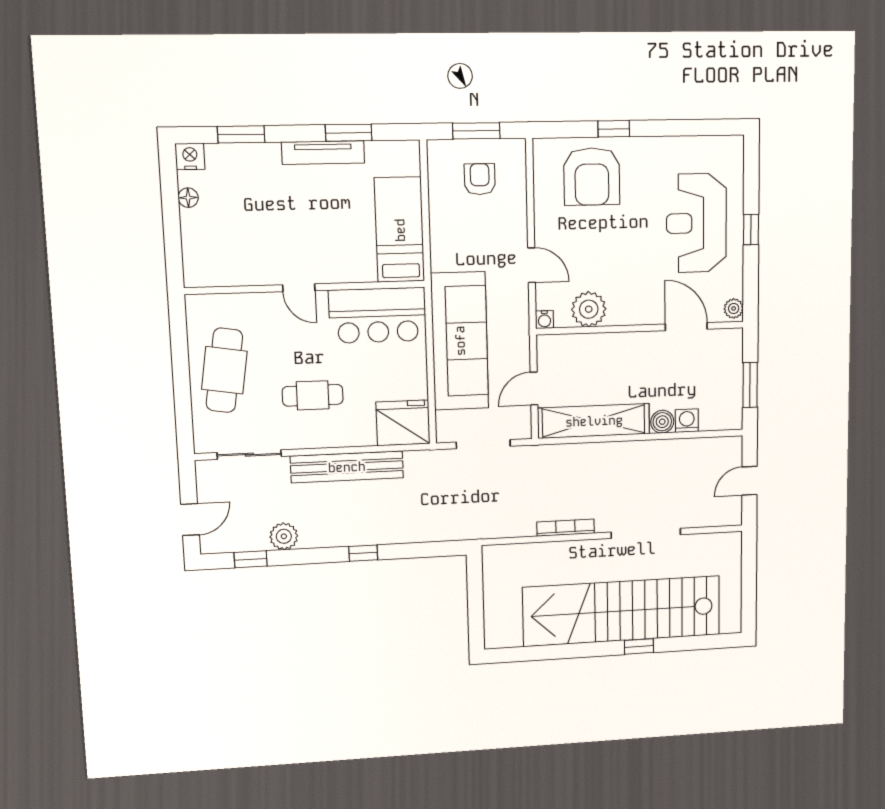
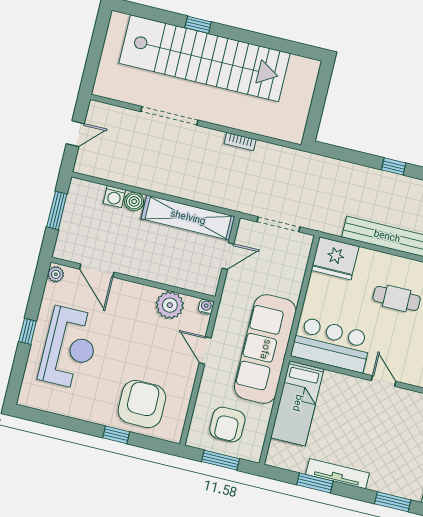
armchair: (480, 179) -> (227, 424), width x1.38, depth x1.38
sofa: (460, 341) -> (265, 349), moved
bookcase: (566, 528) -> (240, 142), width x0.64

